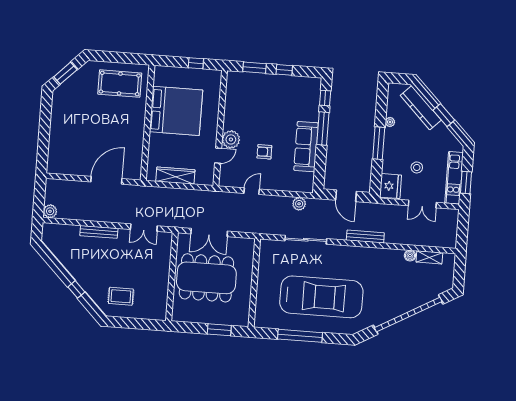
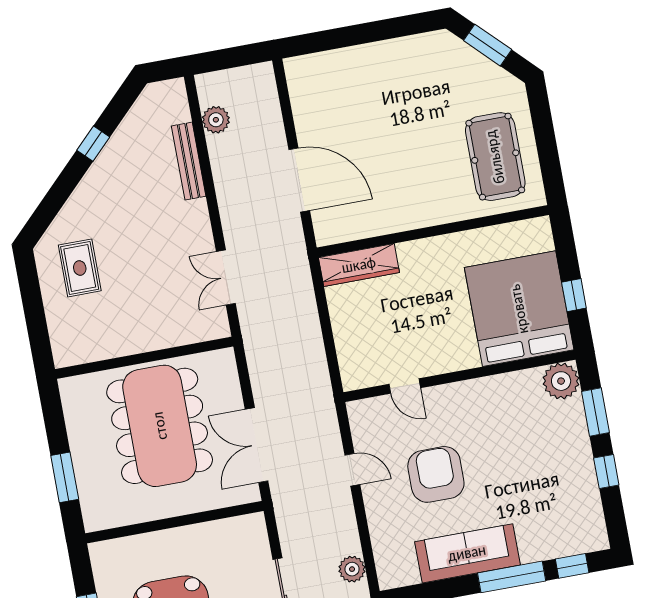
bed: (176, 111) -> (519, 309), moved, turned 180
plant: (231, 139) -> (561, 381), moved
armchair: (264, 152) -> (436, 474), width x1.88, depth x1.88
wardrobe: (175, 176) -> (359, 265), moved, turned 90
plant: (50, 211) -> (216, 120), moved
bench: (99, 232) -> (189, 161), moved
double door: (209, 232) -> (257, 445), moved
window: (76, 289) -> (93, 144), moved

